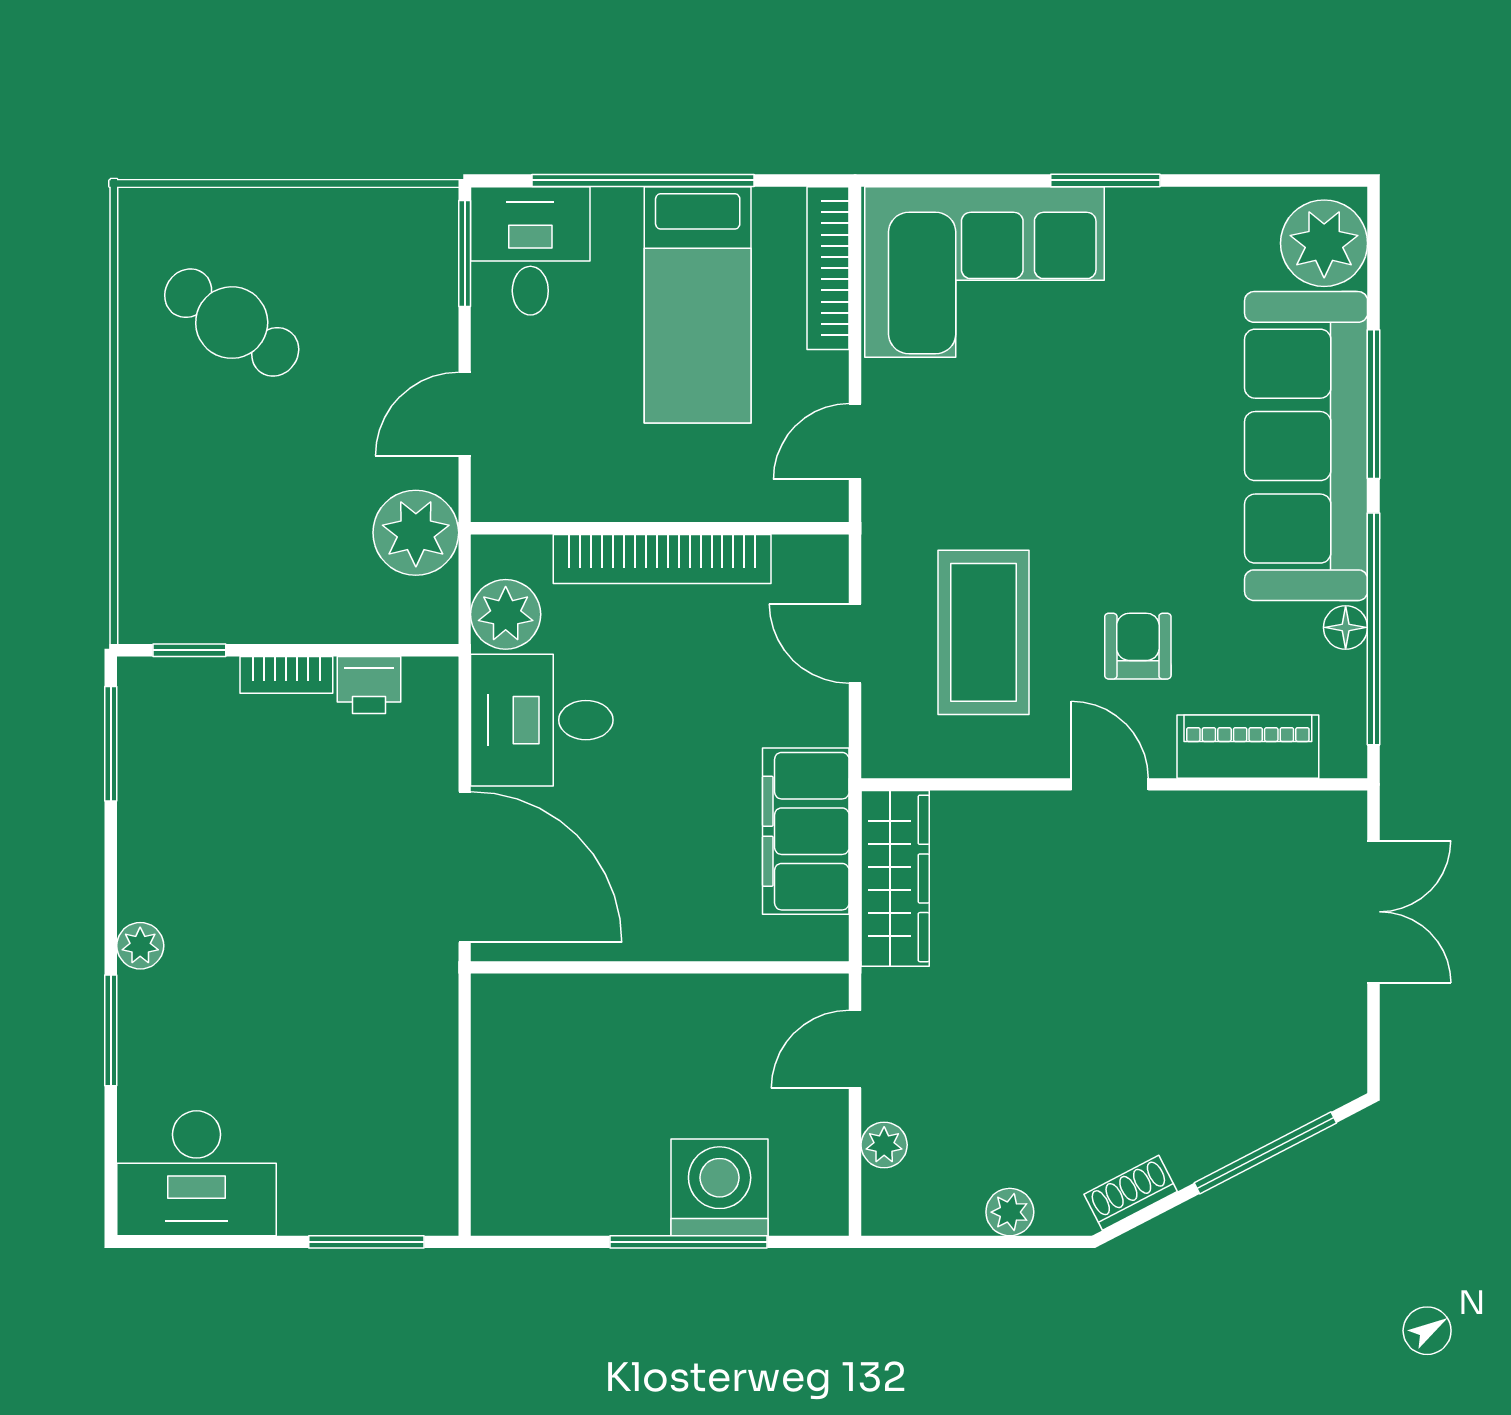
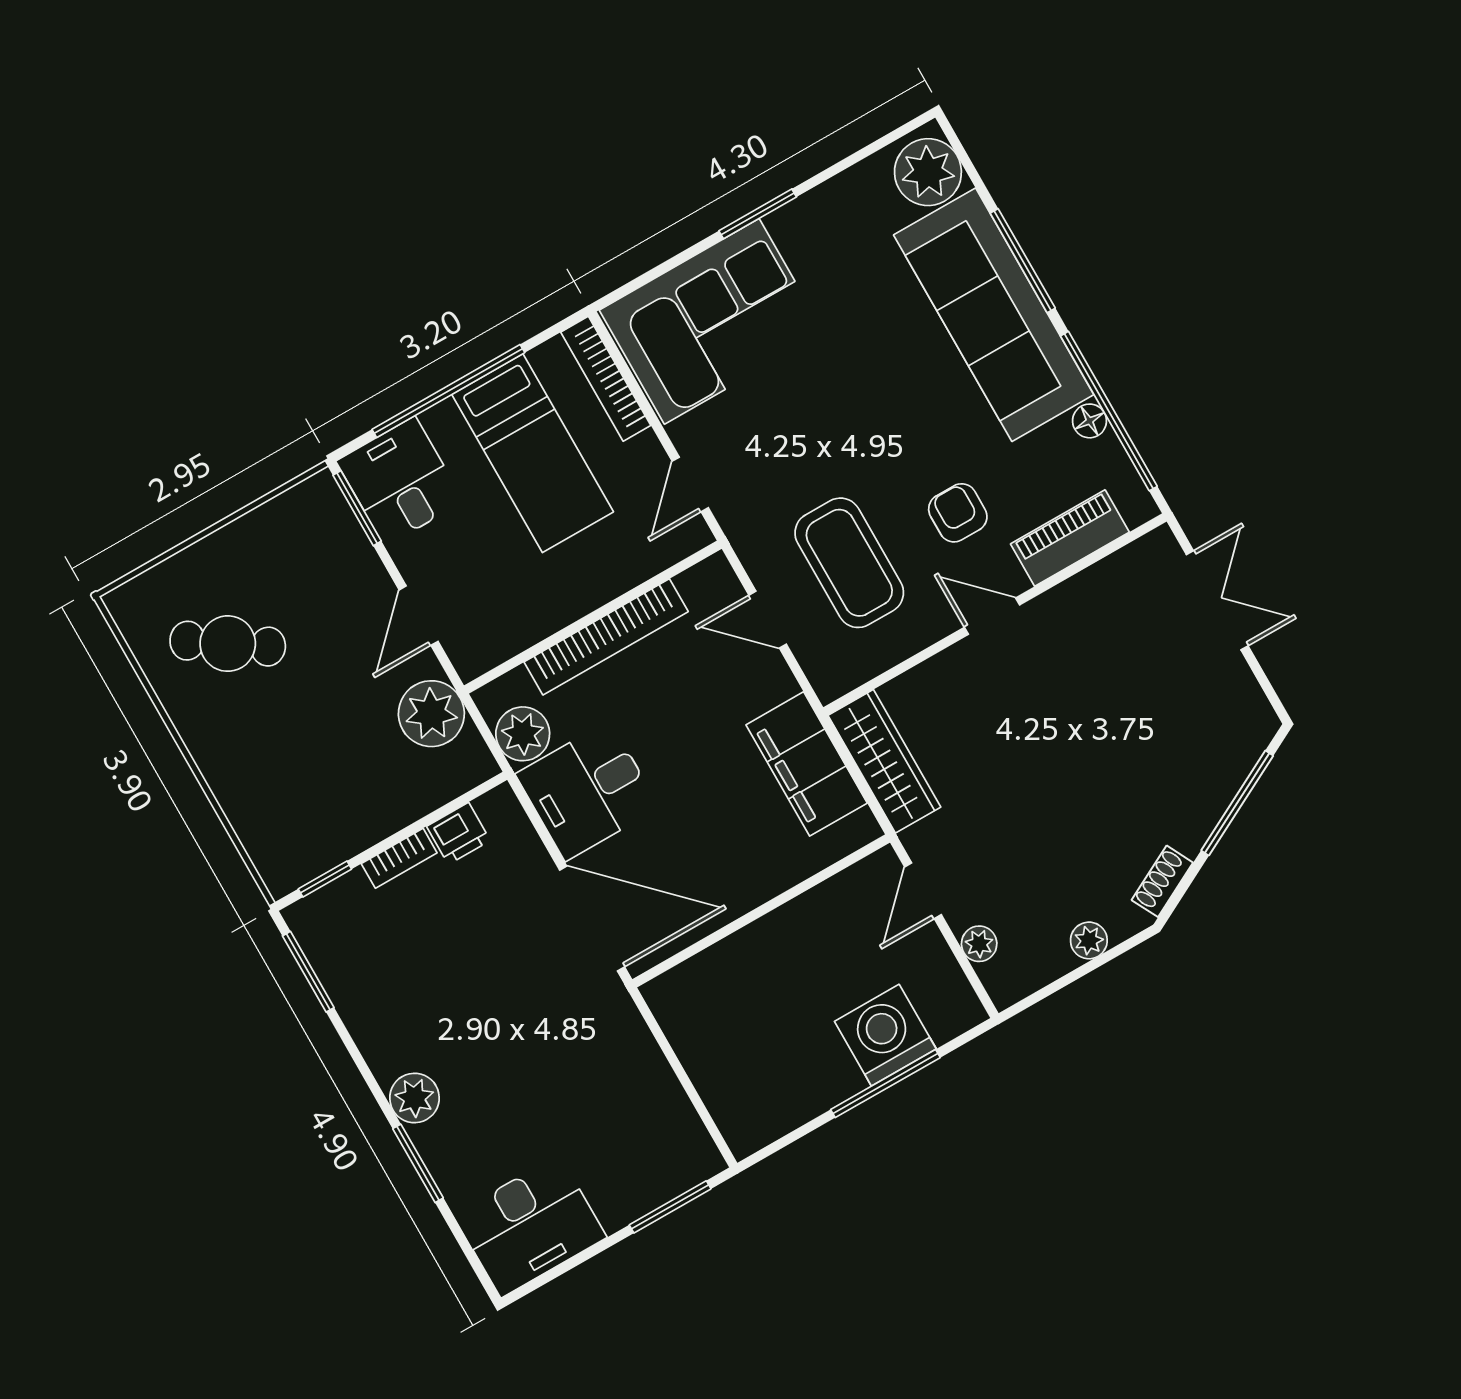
plant: (140, 946) -> (414, 1098), width x1.38, depth x1.38

